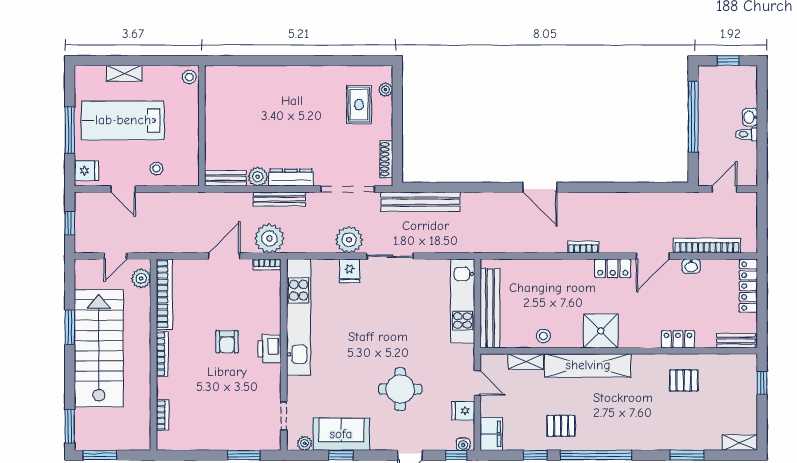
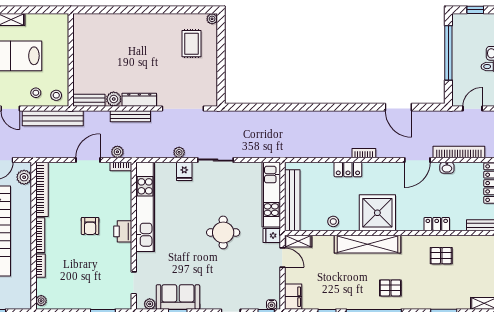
stool: (189, 77) -> (56, 95), moved
plant: (386, 90) -> (212, 19), moved
shoe rack: (386, 159) -> (213, 86), removed
door: (540, 187) -> (398, 107), moved
bench: (420, 202) -> (53, 118), moved
plant: (269, 238) -> (117, 152), width x0.53, depth x0.53
plant: (349, 240) -> (179, 152), width x0.53, depth x0.53
locker: (613, 268) -> (348, 169), moved
shower: (601, 331) -> (377, 213), width x1.37, depth x1.37
shelving: (526, 362) -> (298, 241), moved
round table: (400, 389) -> (223, 232), moved
fridge: (463, 411) -> (272, 236), moved
bookcase: (162, 415) -> (40, 266), moved
pallet: (561, 426) -> (390, 288), moved
plant: (163, 439) -> (41, 301), added

